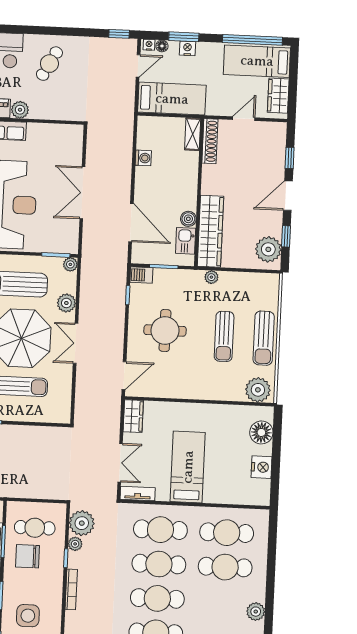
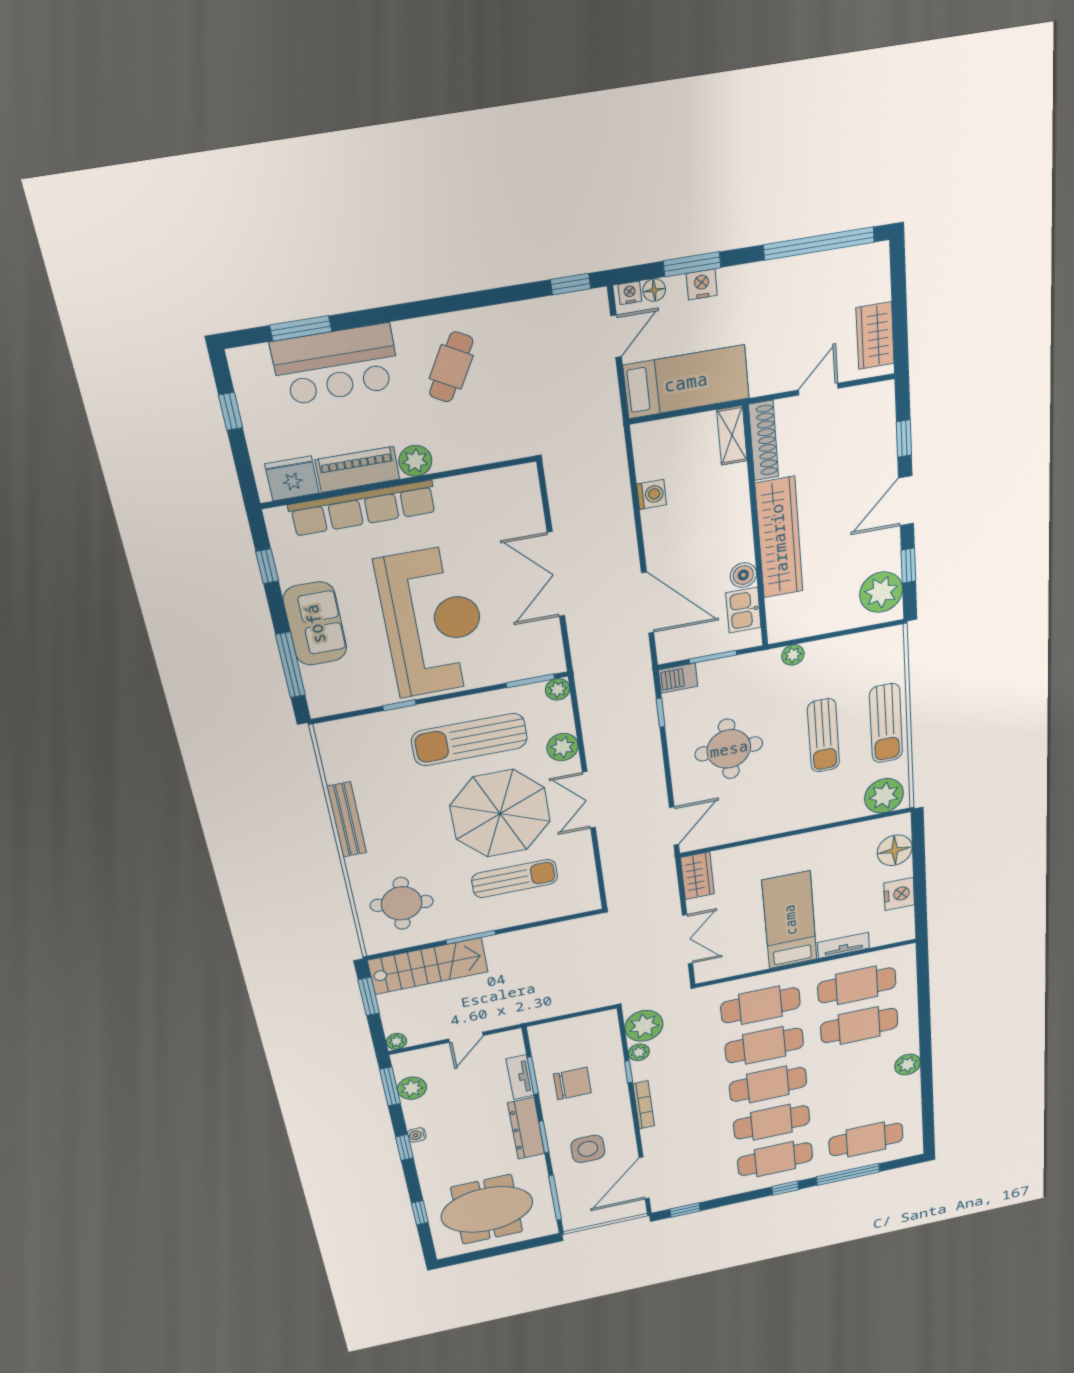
bed: (257, 61) -> (831, 282), removed
wardrobe: (210, 231) -> (779, 538), moved
tv unit: (138, 494) -> (843, 945), moved
cafe table: (35, 528) -> (576, 1048), removed
chair: (28, 556) -> (572, 1084), turned 180

